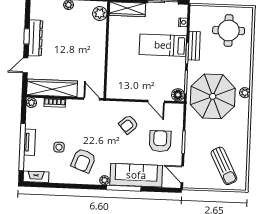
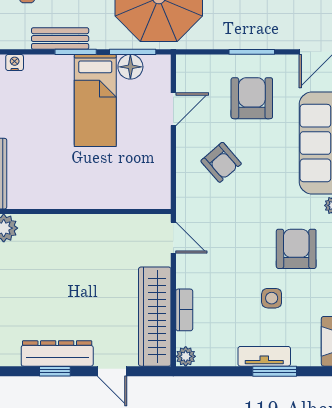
bed: (163, 45) -> (95, 101), moved
floor lamp: (178, 95) -> (130, 67), moved
door: (92, 99) -> (173, 238), swing flipped
armchair: (160, 141) -> (252, 98), turned 90
window: (22, 147) -> (275, 371), width x0.47
armchair: (83, 161) -> (296, 249), turned -111

